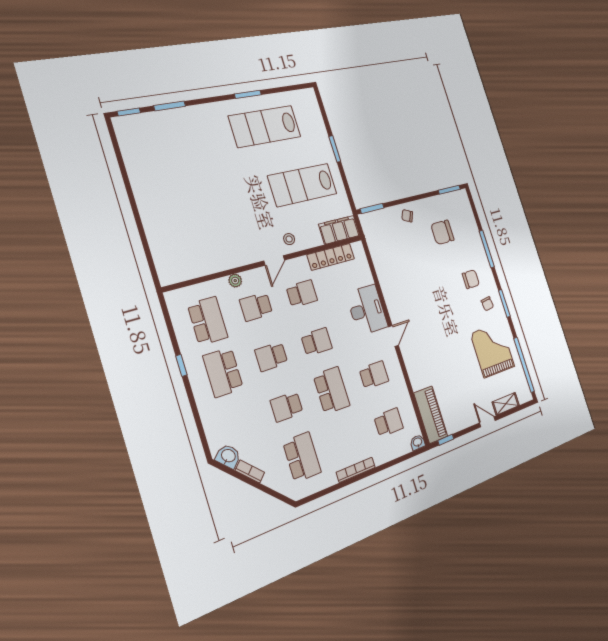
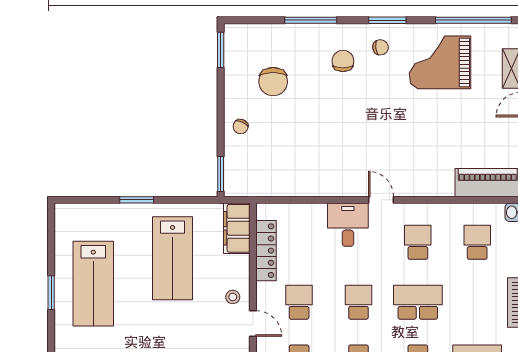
desk: (367, 310) -> (348, 225), width x0.73

